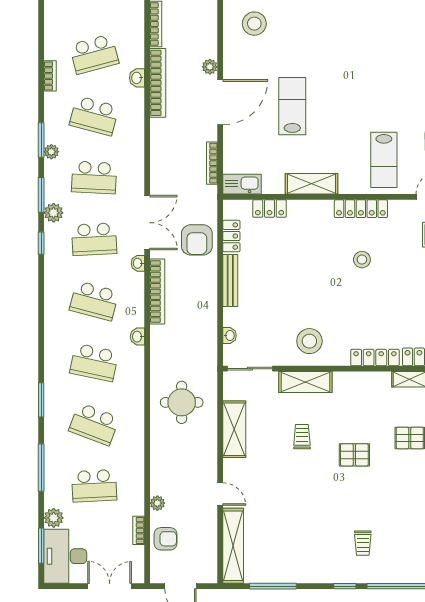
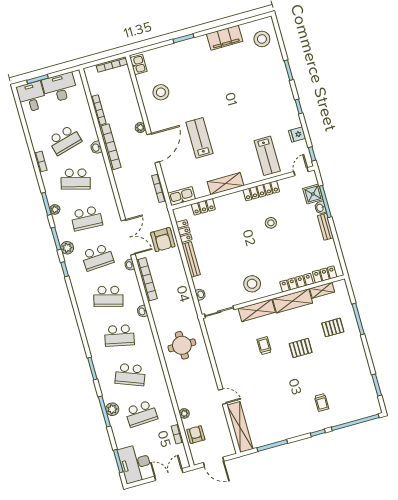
shelving: (234, 429) -> (293, 301), moved, turned 90
plant: (54, 518) -> (112, 409), moved
armchair: (166, 539) -> (196, 435), turned -90

